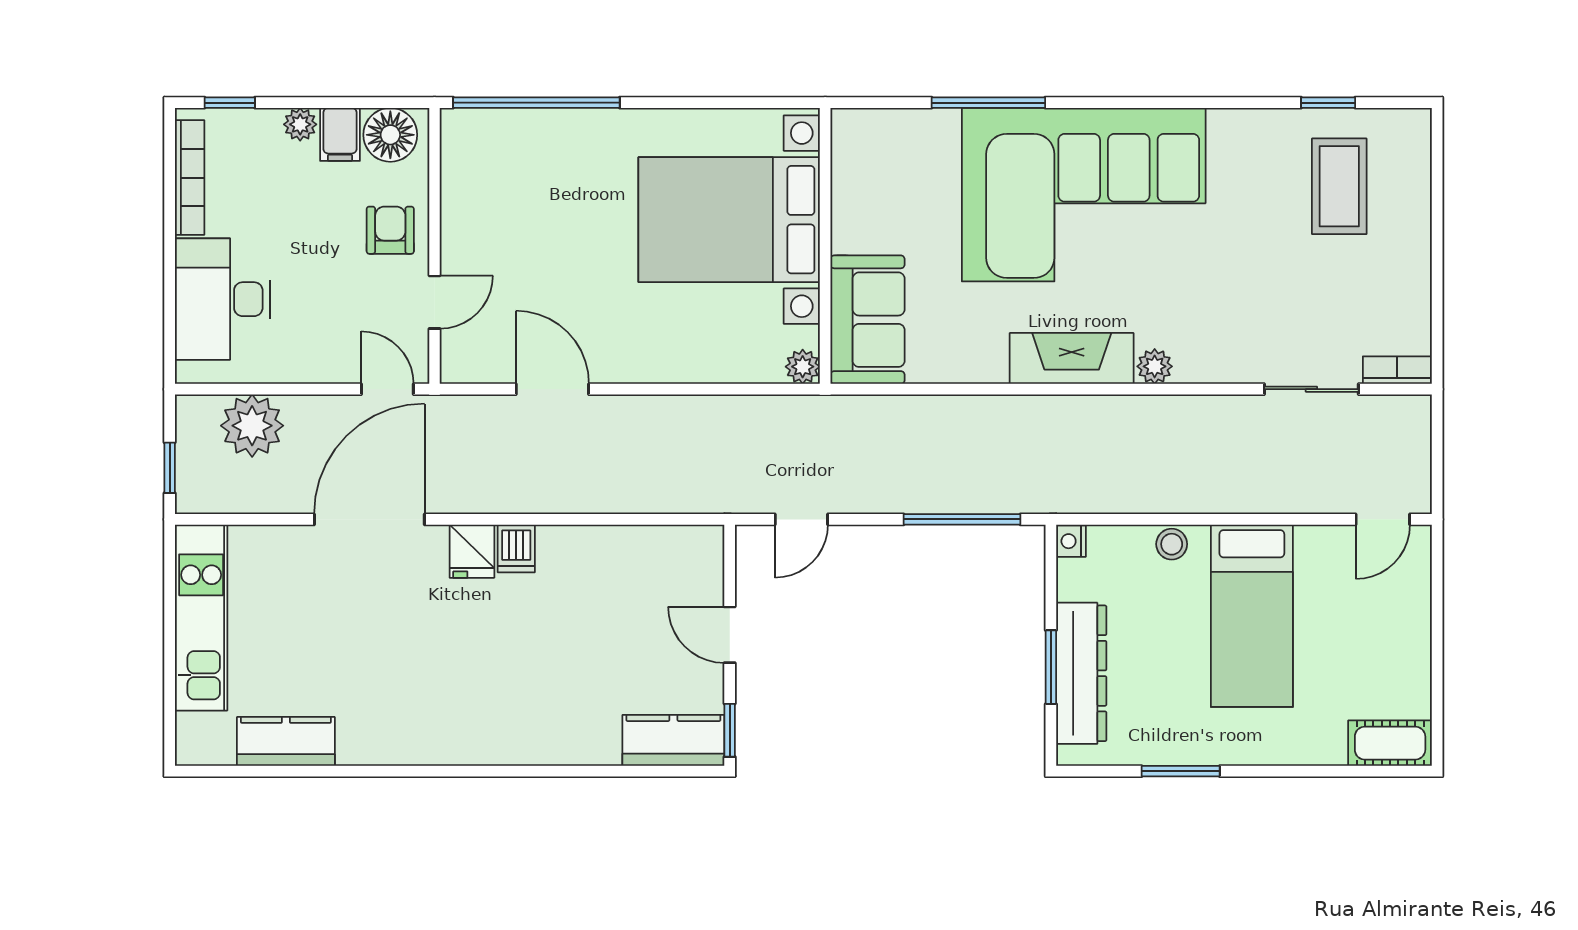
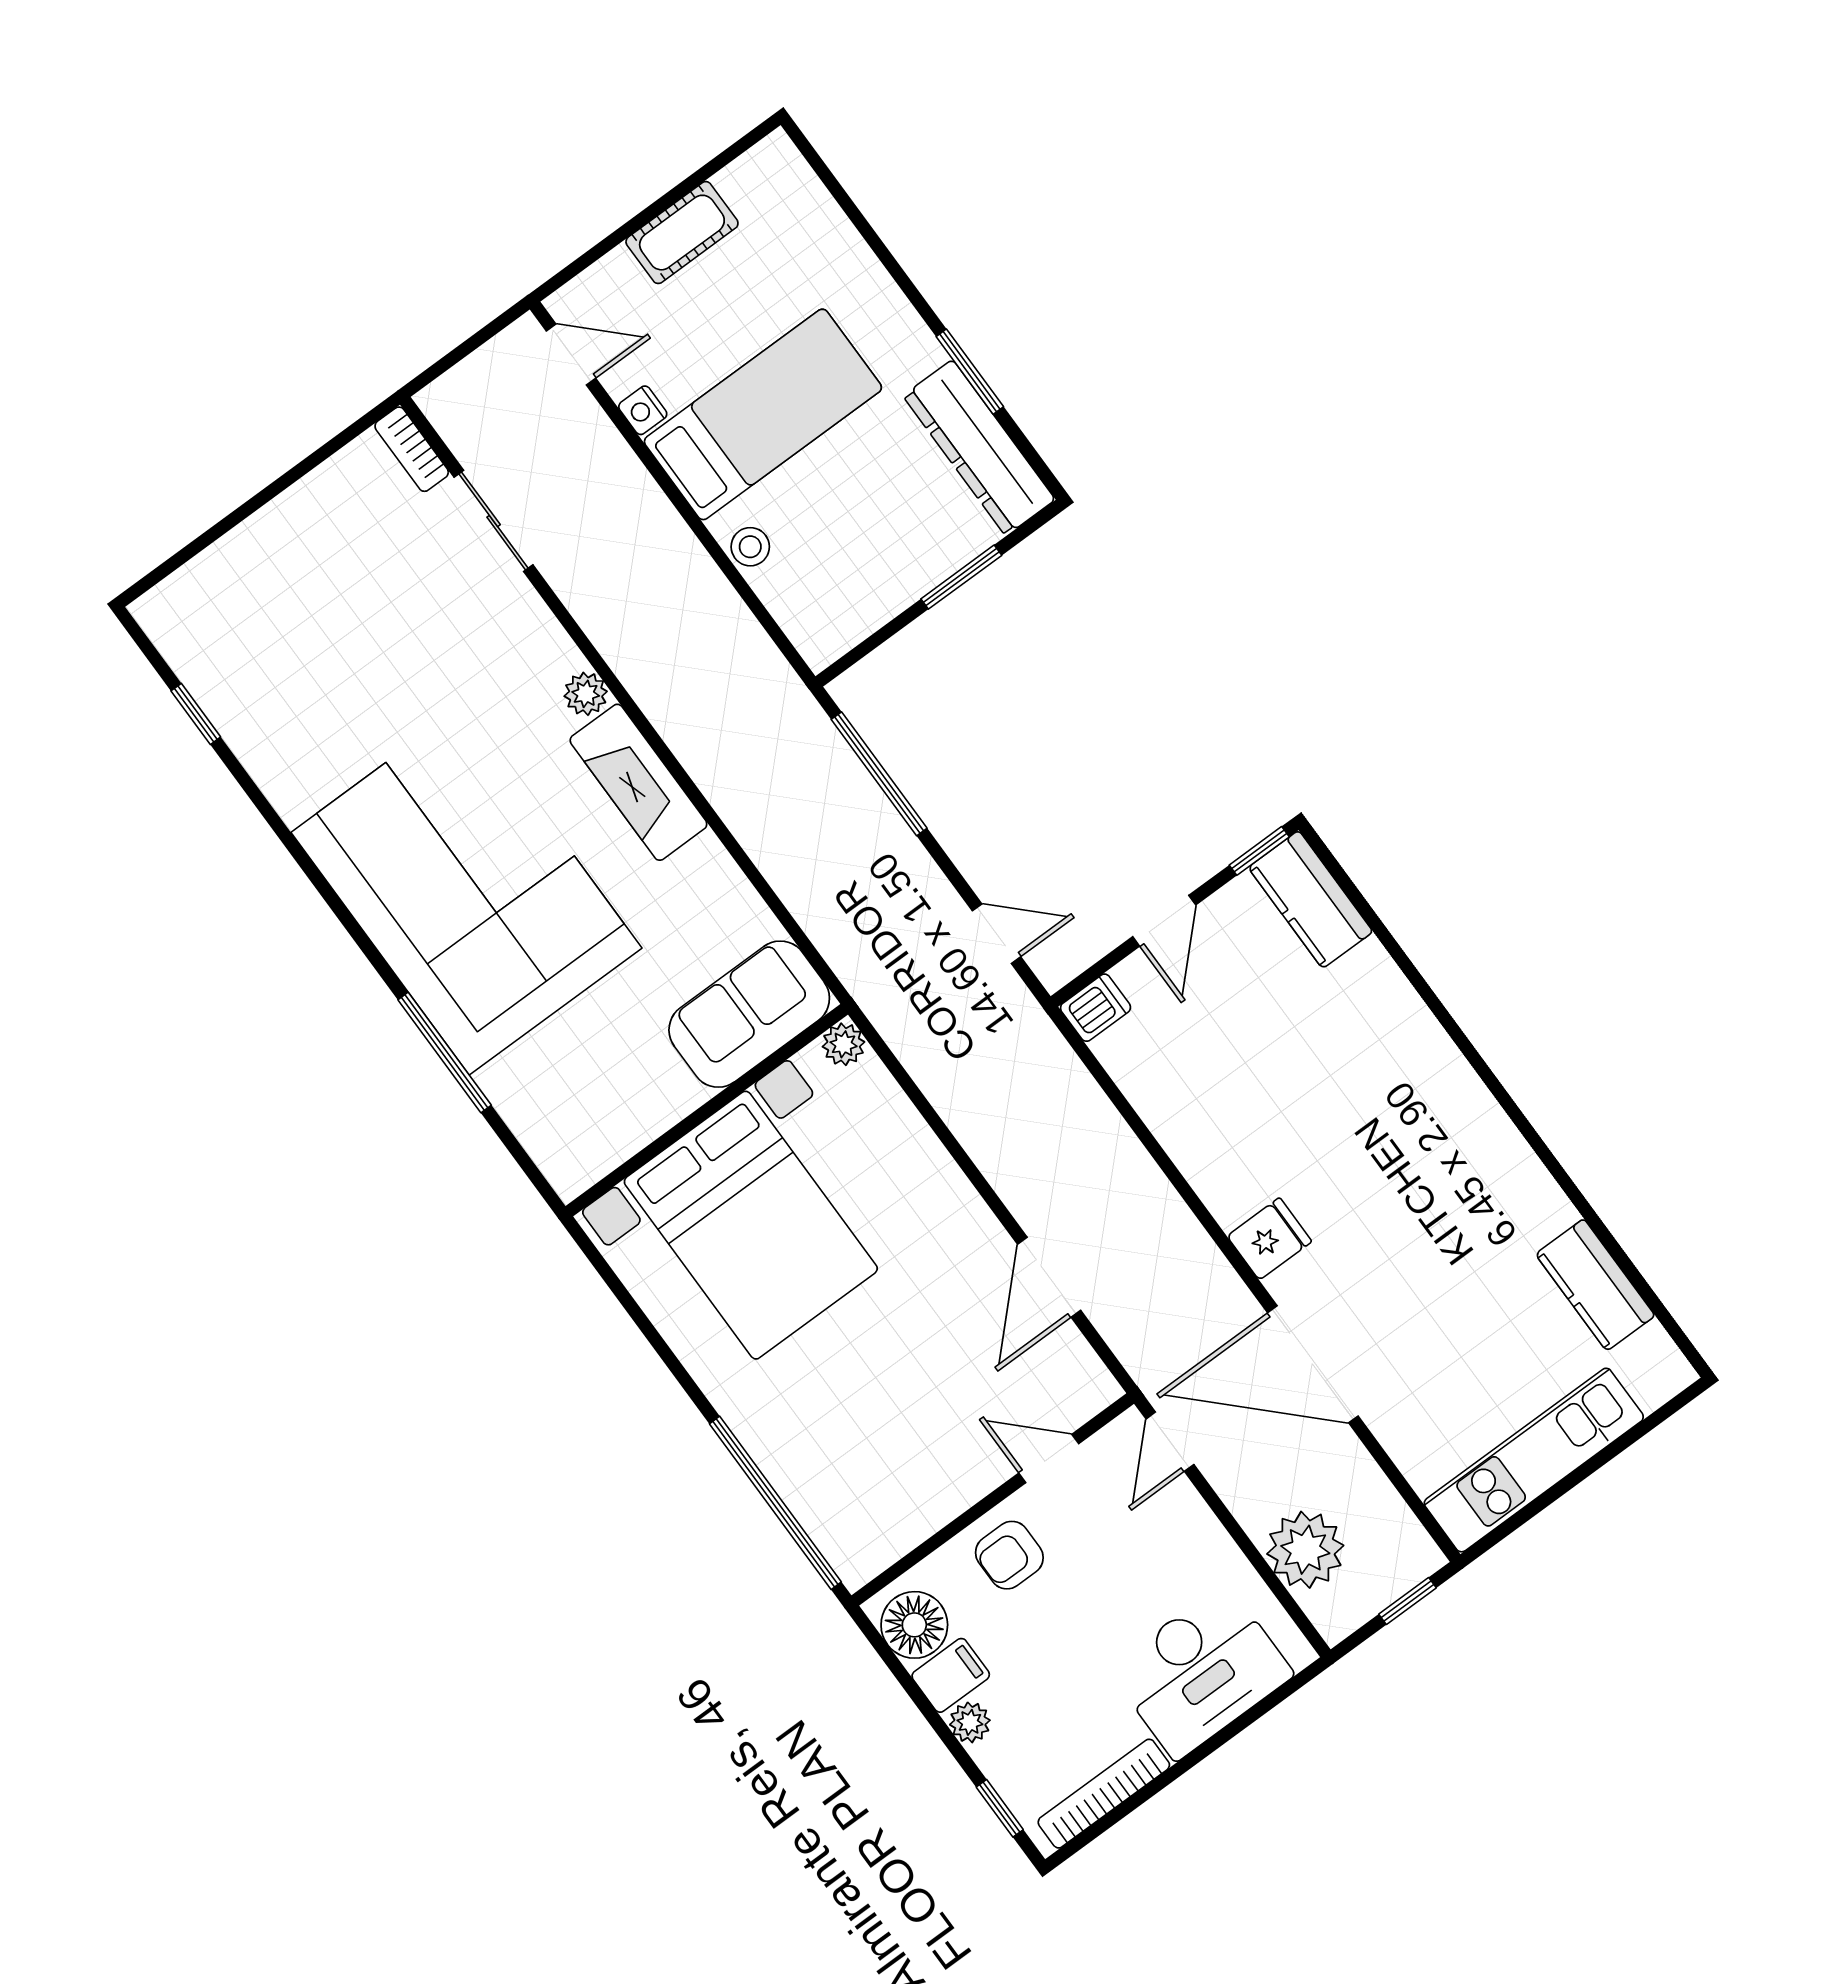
coffee table: (1339, 186) -> (271, 642), removed
nightstand: (1071, 541) -> (643, 410), moved, turned 90
dishwasher: (516, 548) -> (1096, 1008), moved
dresser: (1081, 673) -> (979, 448), moved, turned -90
cot: (1390, 743) -> (682, 233), moved, turned 90

